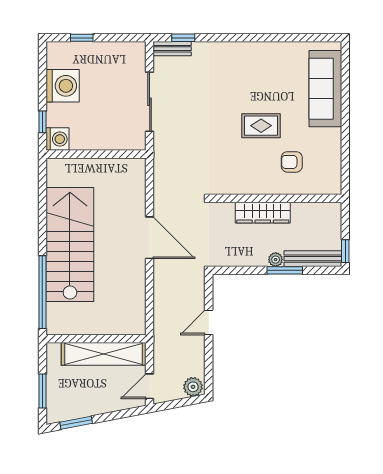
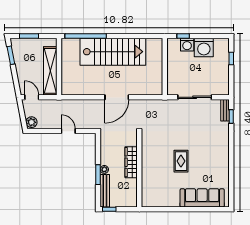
washing machine: (58, 139) -> (187, 45), moved
armchair: (292, 162) -> (160, 179), removed

